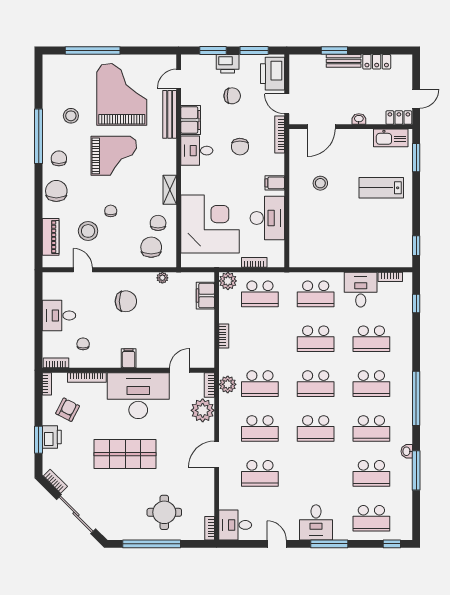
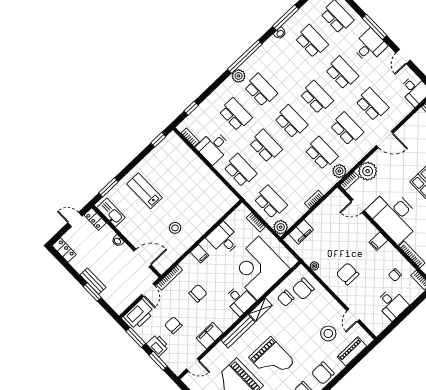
locker: (377, 62) -> (64, 250), moved
bench: (170, 114) -> (238, 331), moved
desk: (197, 151) -> (240, 300), moved
grand piano: (114, 156) -> (272, 360), turned 180
lab bench: (381, 188) -> (145, 191), turned 180
chair: (111, 211) -> (305, 332), removed
desk: (267, 218) -> (224, 239), width x0.73
plant: (404, 376) -> (239, 76), added
school desk: (371, 428) -> (342, 73), moved

